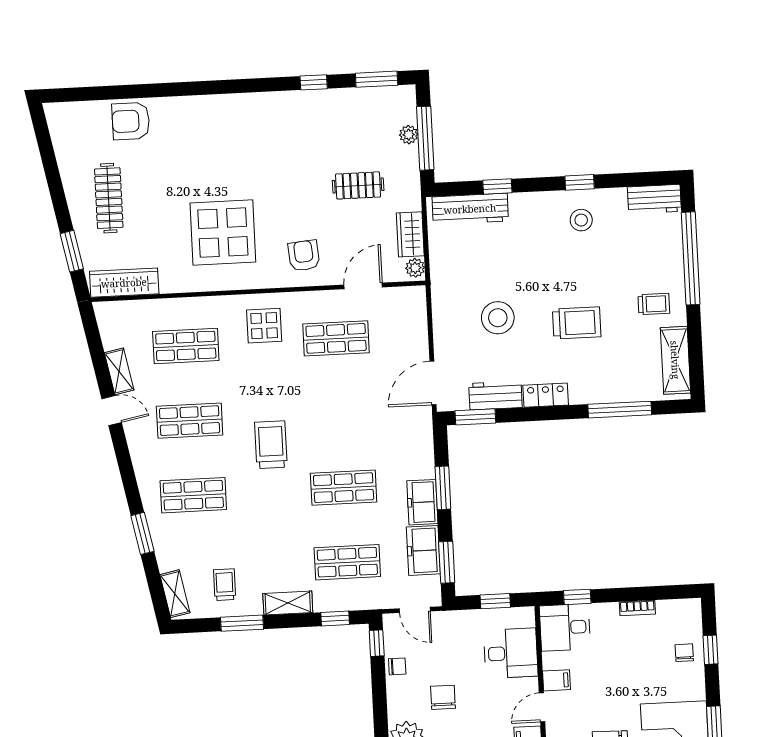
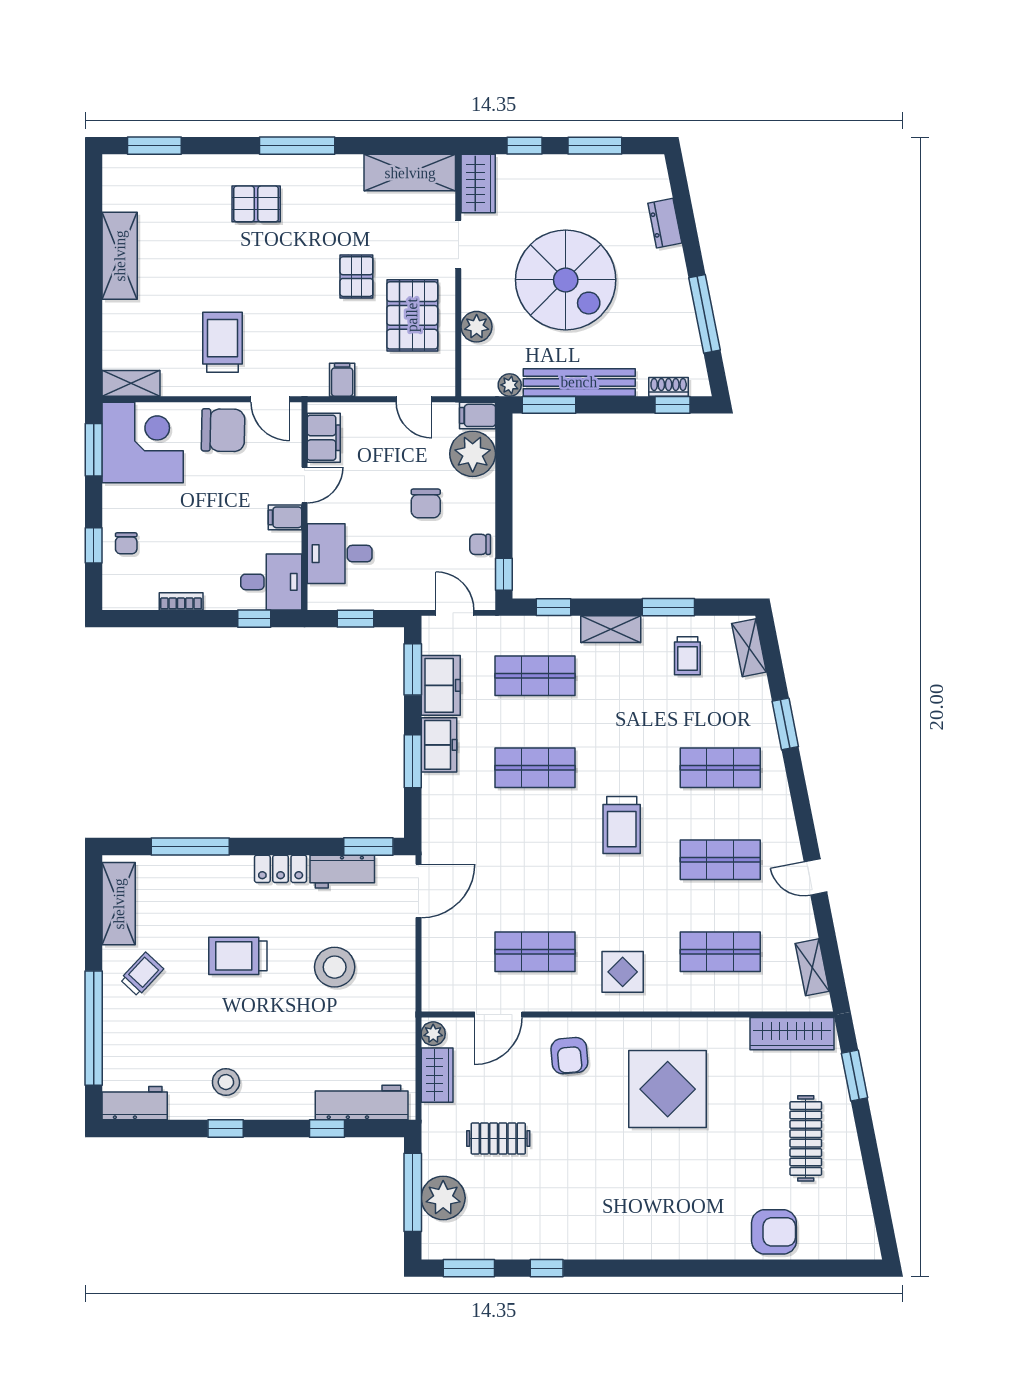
plant: (409, 135) -> (443, 1198), width x1.87, depth x1.87
trolley: (654, 304) -> (142, 974), turned 133
shelving: (119, 371) -> (812, 967), moved

